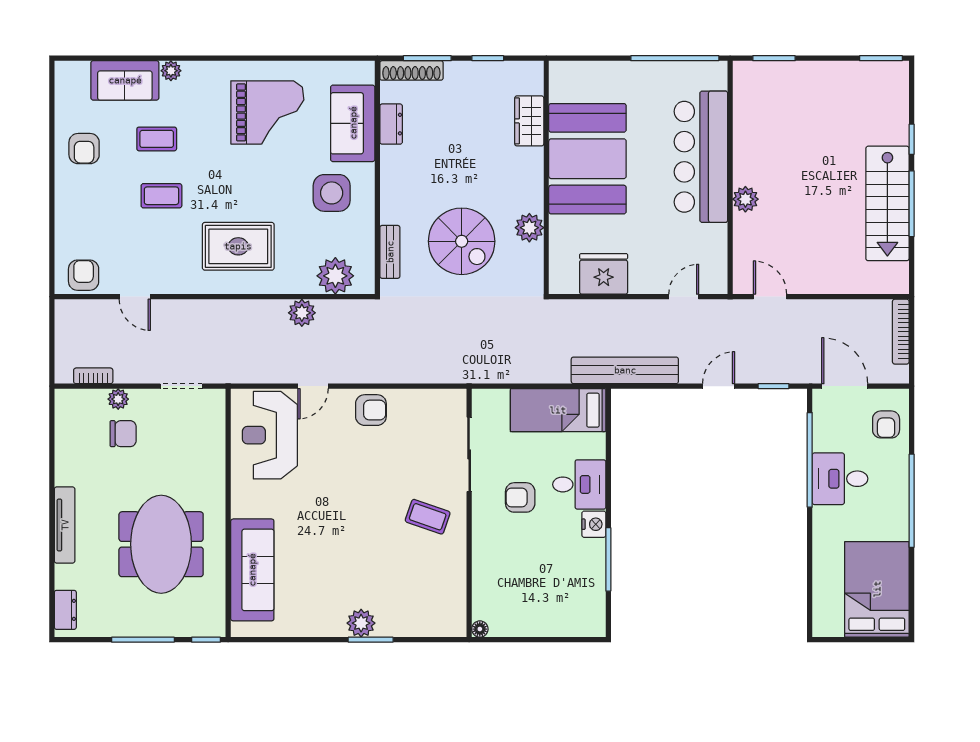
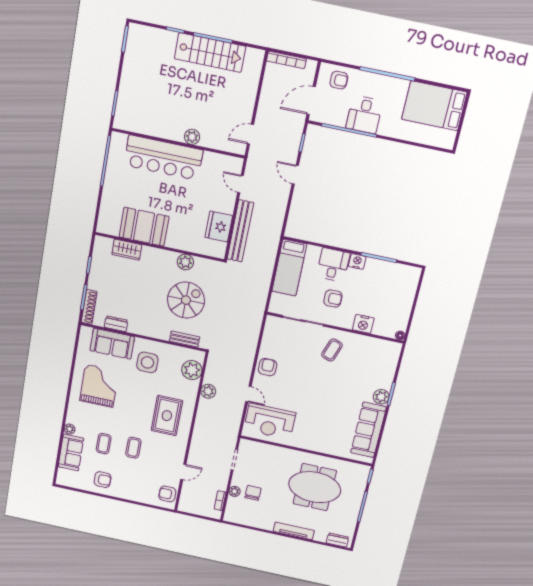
booth: (587, 159) -> (144, 227), width x0.73, depth x0.70
bench: (625, 370) -> (240, 231), moved
armchair: (520, 497) -> (333, 299), turned -91
nightstand: (487, 560) -> (363, 324), added
sofa: (252, 570) -> (368, 430), moved, turned -90

